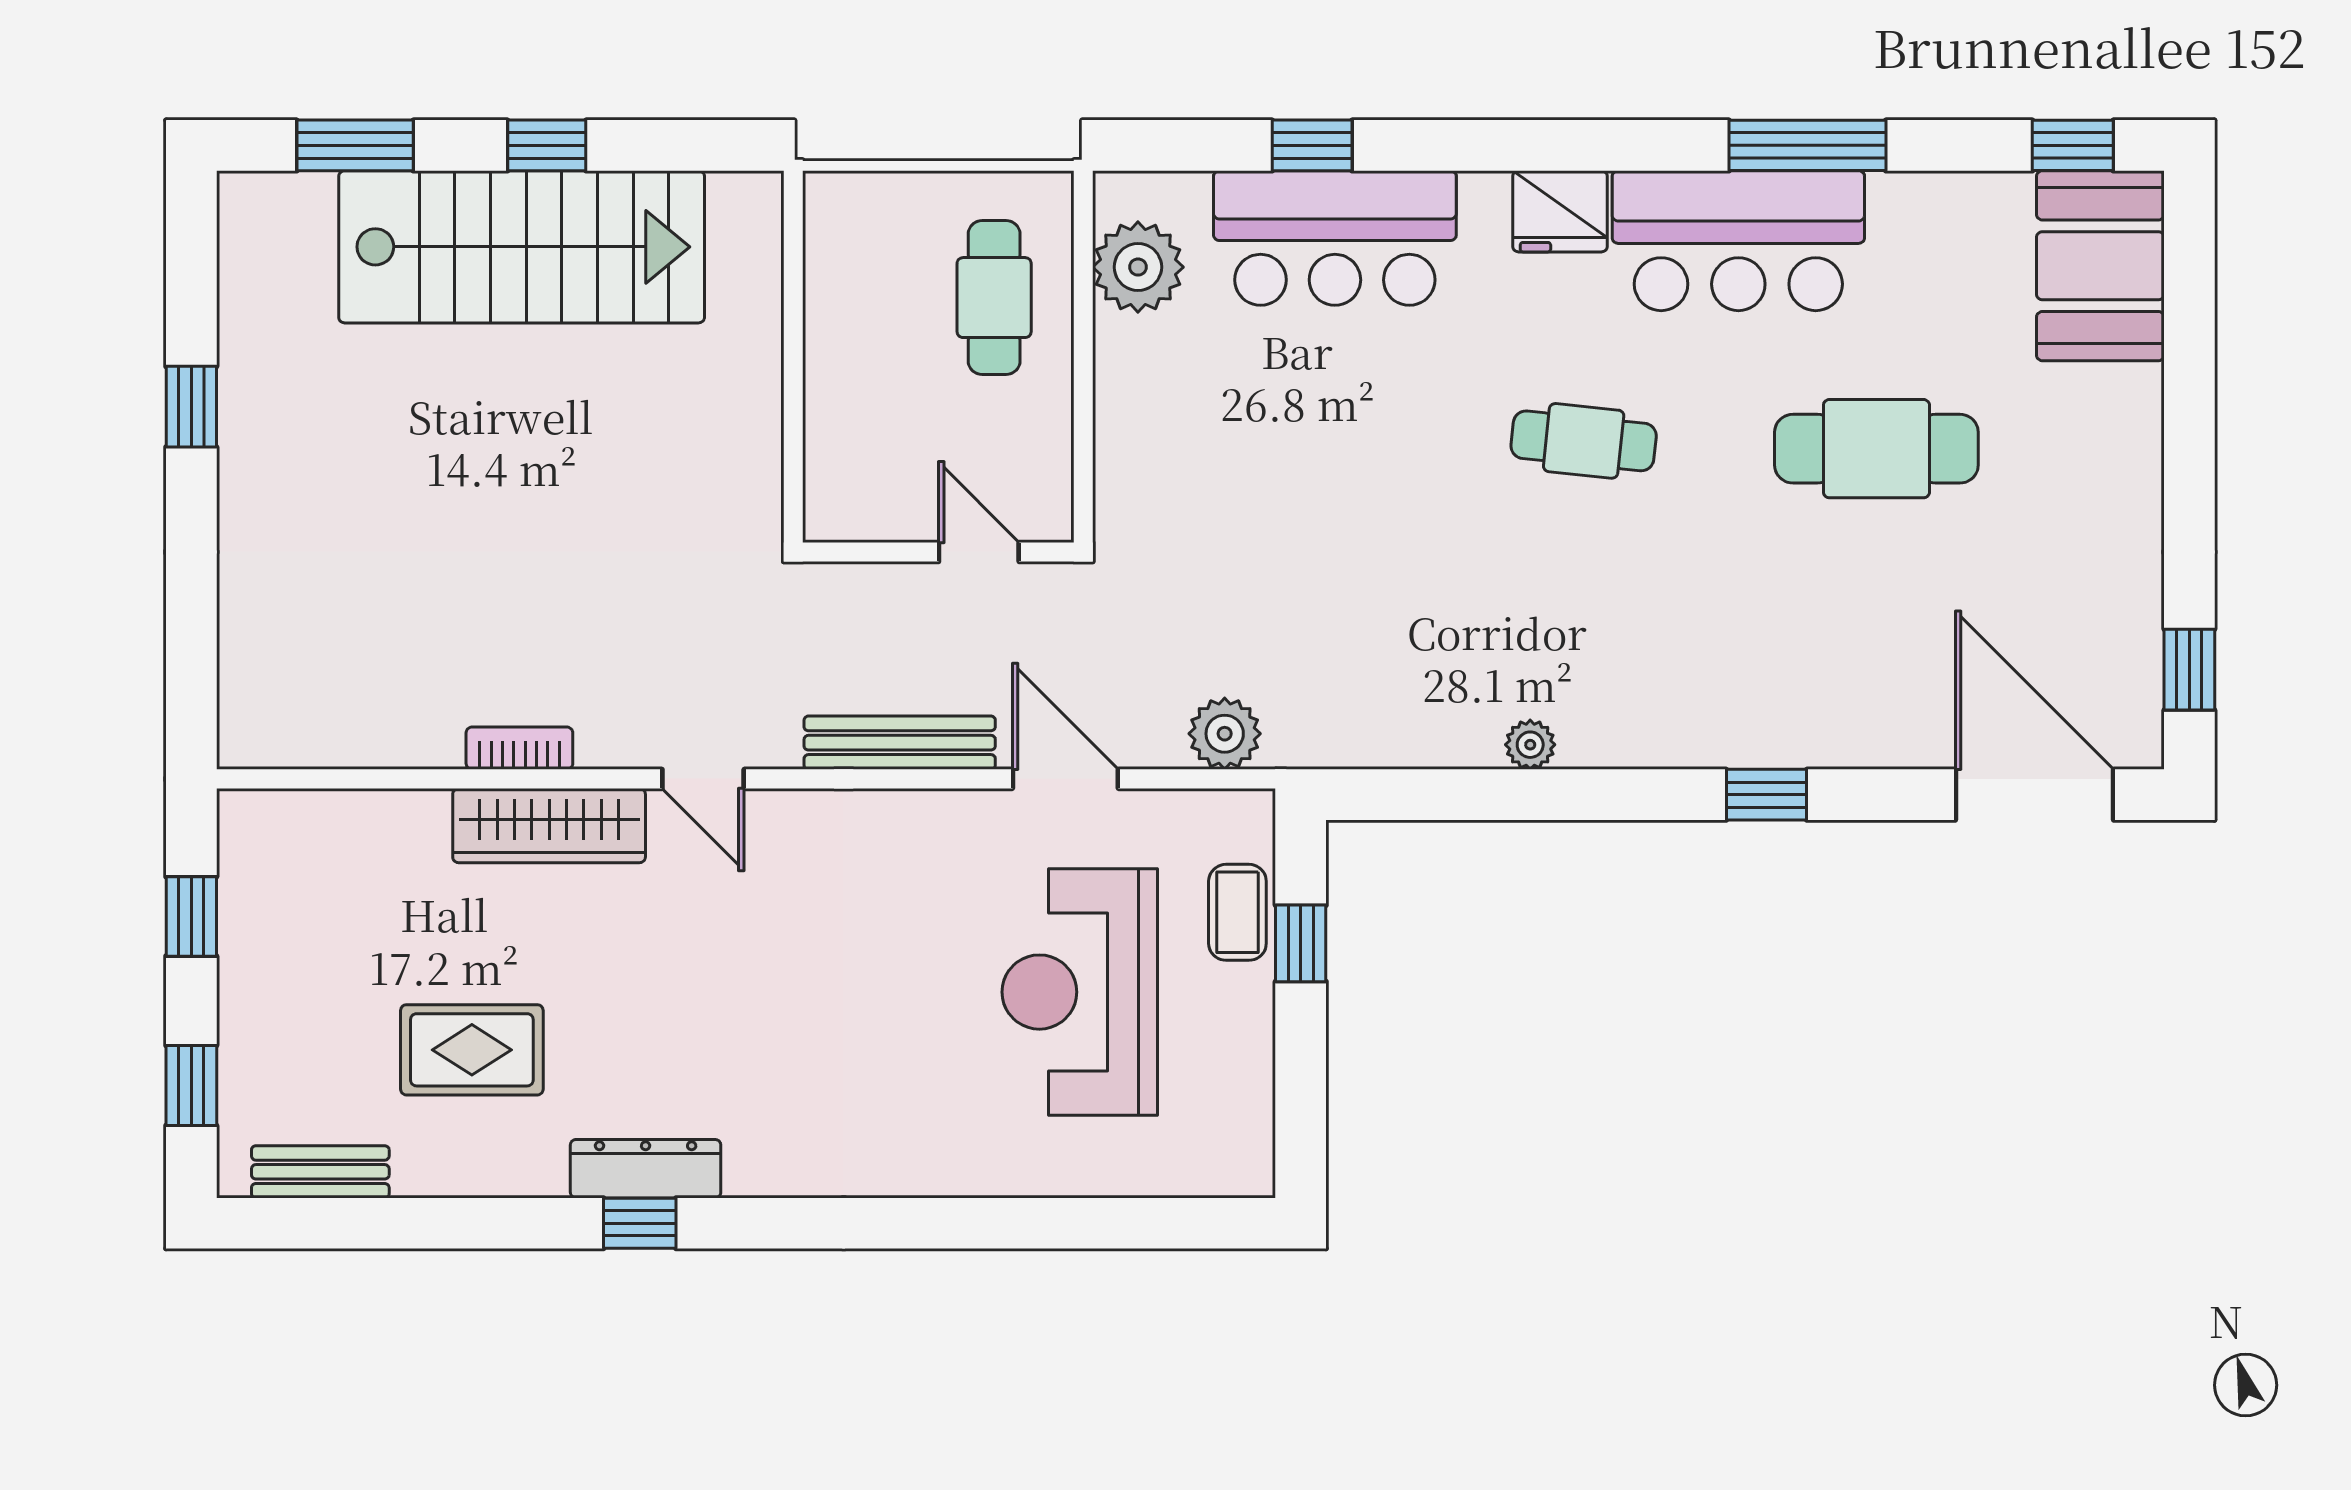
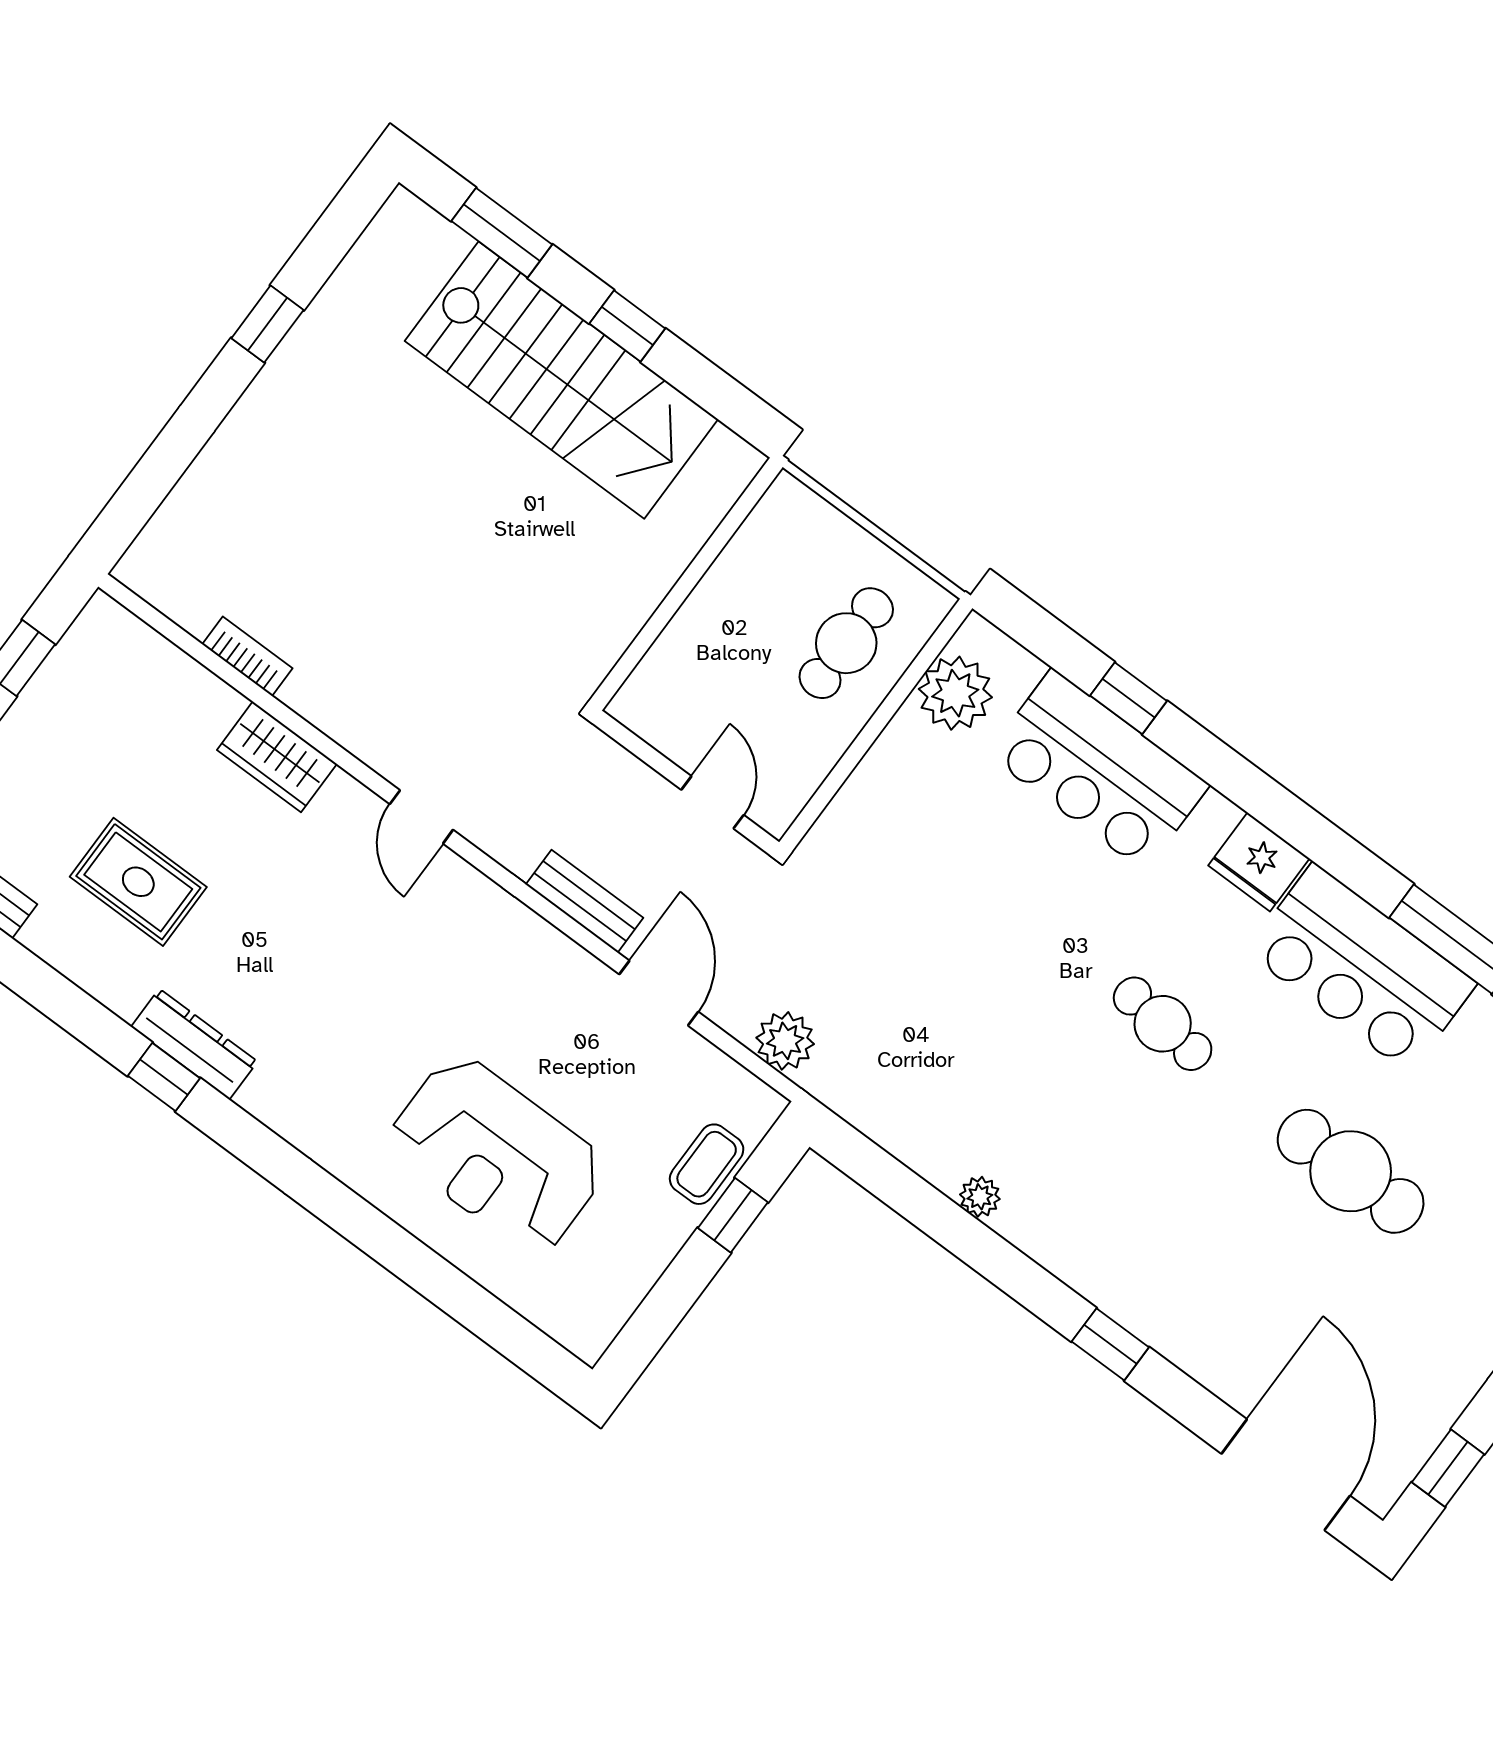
bench: (900, 743) -> (585, 901), width x0.73
bookcase: (519, 748) -> (247, 656), moved
wardrobe: (549, 826) -> (277, 757), width x0.67
reception desk: (1080, 992) -> (497, 1155), moved, turned -90

